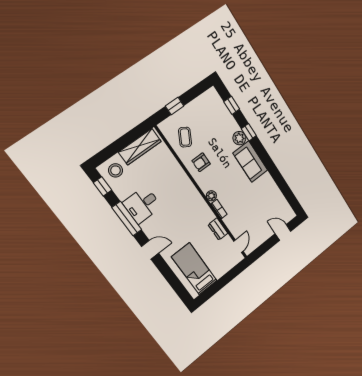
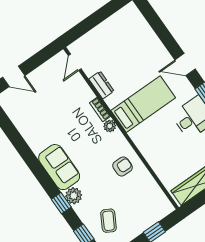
coffee table: (185, 137) -> (109, 221), moved
bed: (194, 269) -> (143, 104), moved, turned -90

